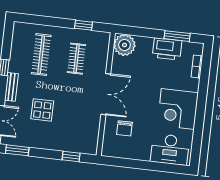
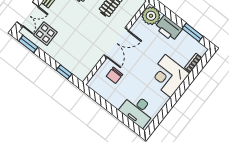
printer: (167, 49) -> (168, 28), moved
corner desk: (178, 109) -> (168, 76), moved
display table: (42, 110) -> (45, 34), moved

